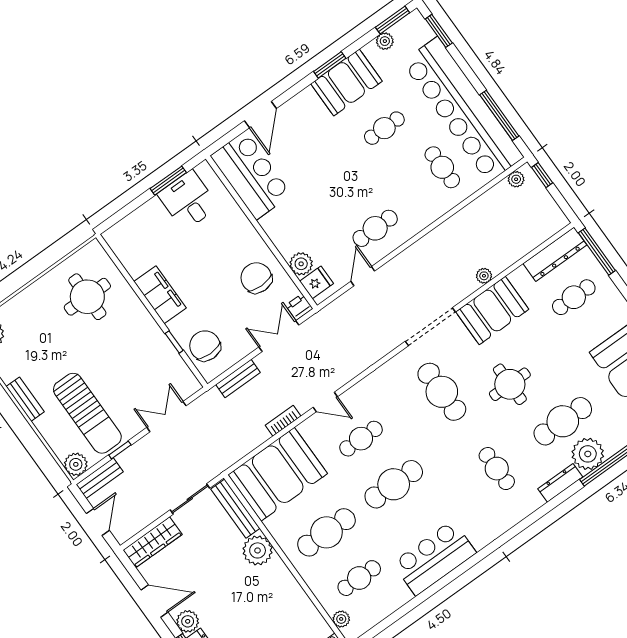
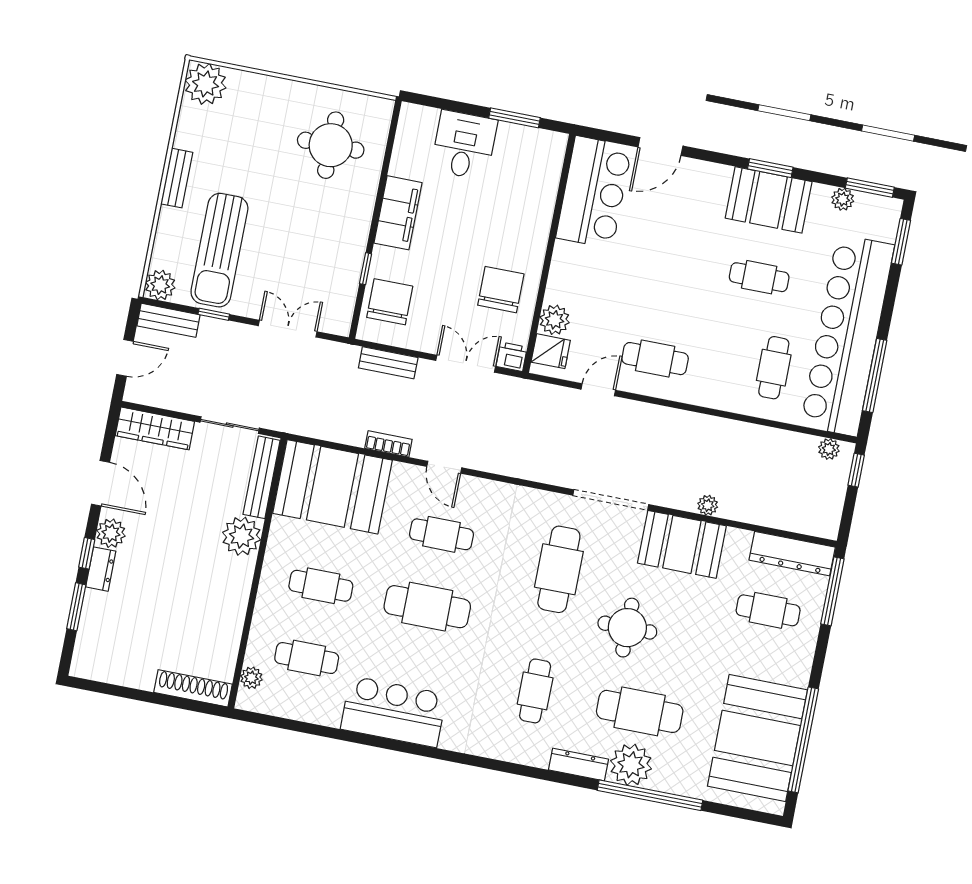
desk: (188, 200) -> (464, 145), moved
cafe table: (326, 532) -> (321, 586), width x0.73, depth x0.74

